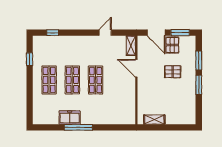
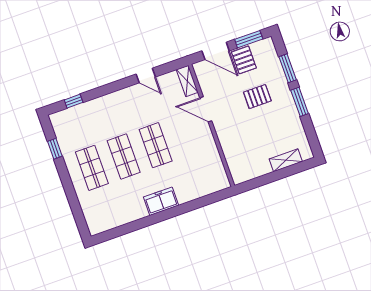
door: (105, 33) -> (146, 76), swing flipped
freezer: (70, 117) -> (161, 201), moved
shelving: (154, 120) -> (286, 160), moved
window: (78, 127) -> (155, 219), removed

